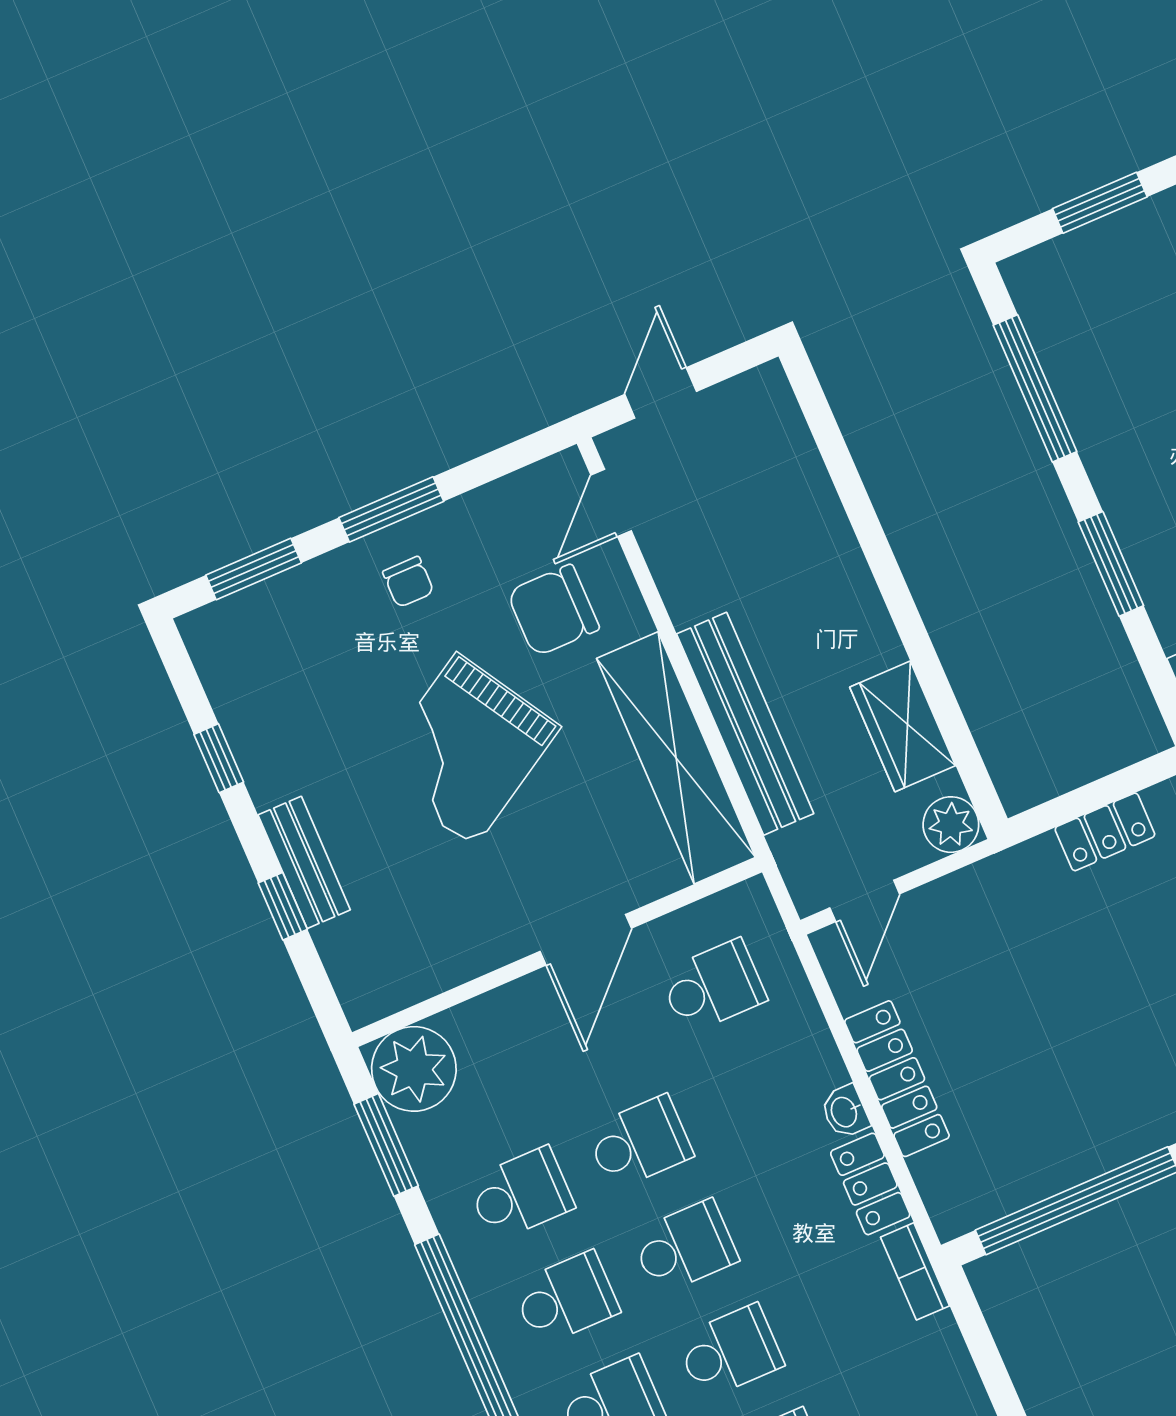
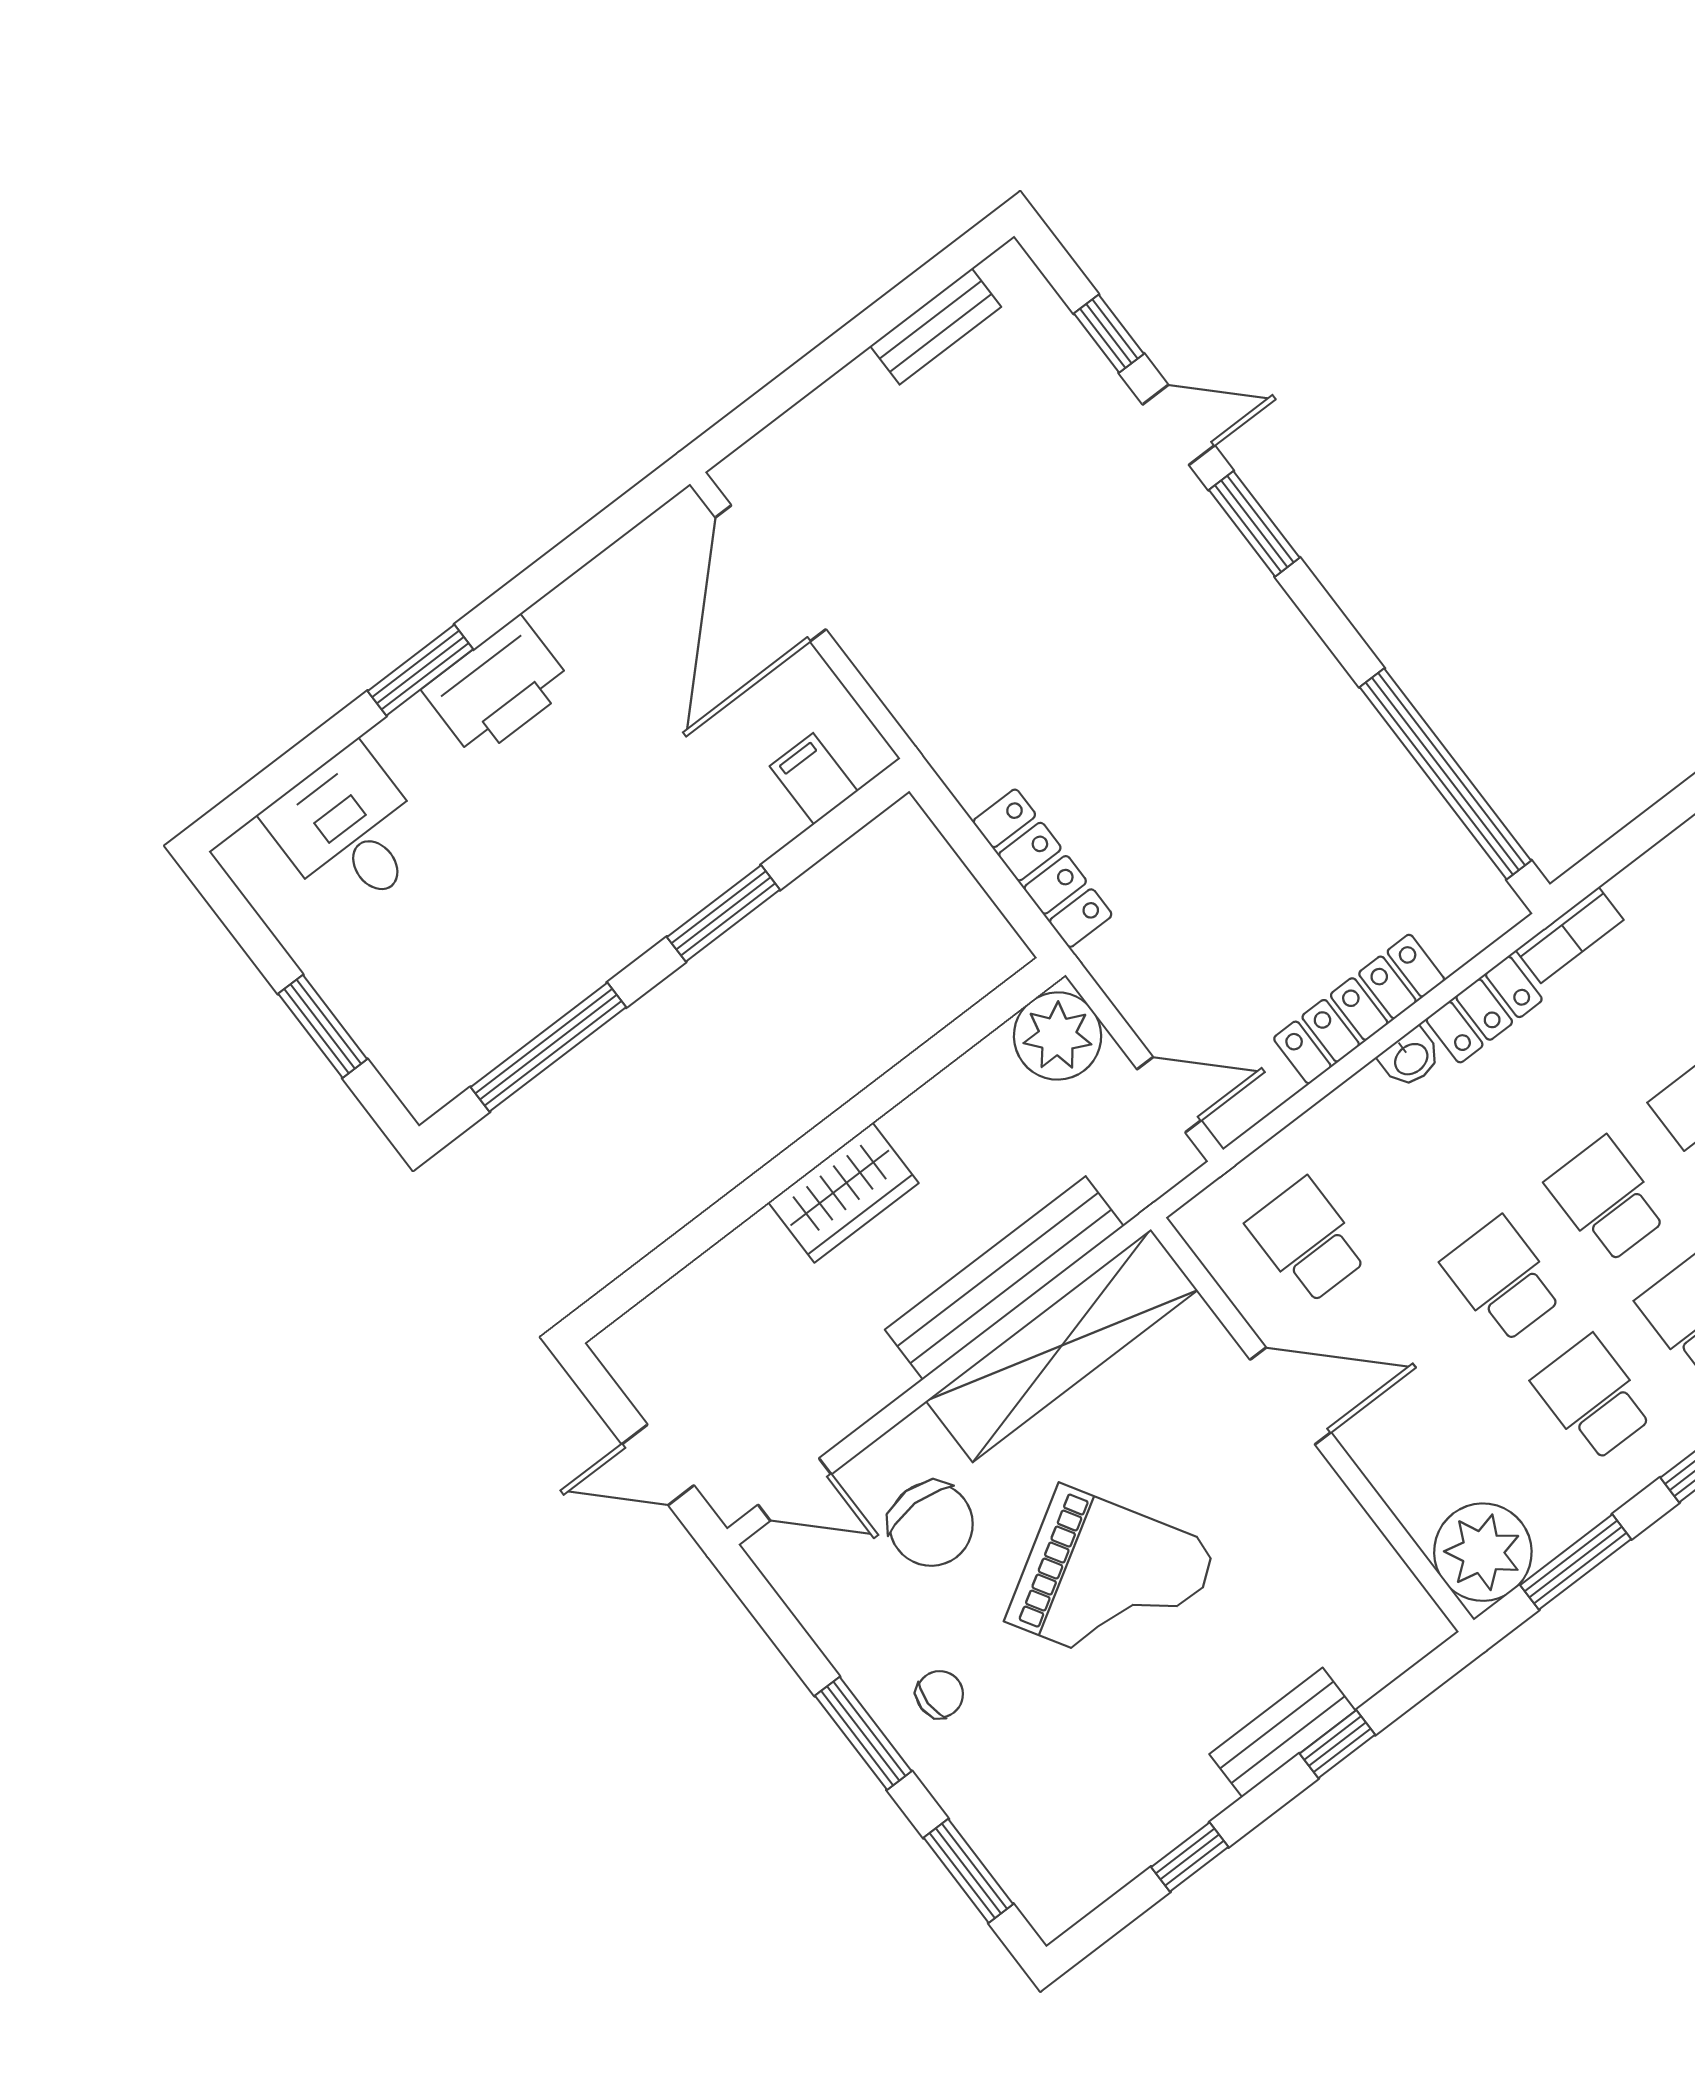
wardrobe: (903, 726) -> (843, 1193), moved
plant: (951, 825) -> (1058, 1036), width x1.36, depth x1.36
locker: (1105, 832) -> (1042, 868), width x1.53

